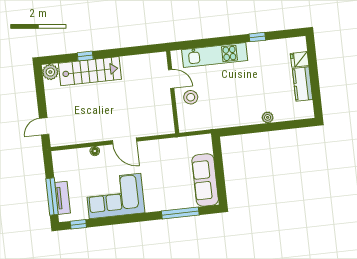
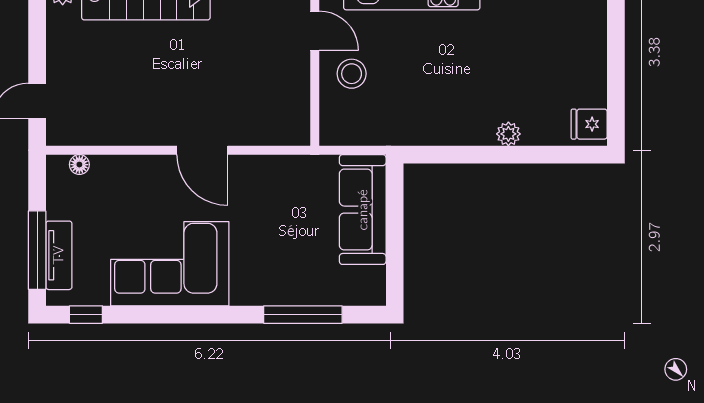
fridge: (300, 59) -> (589, 124), moved
kitchen counter: (303, 84) -> (590, 72), removed
floor lamp: (95, 151) -> (79, 165), moved
sofa: (205, 180) -> (363, 210), moved

